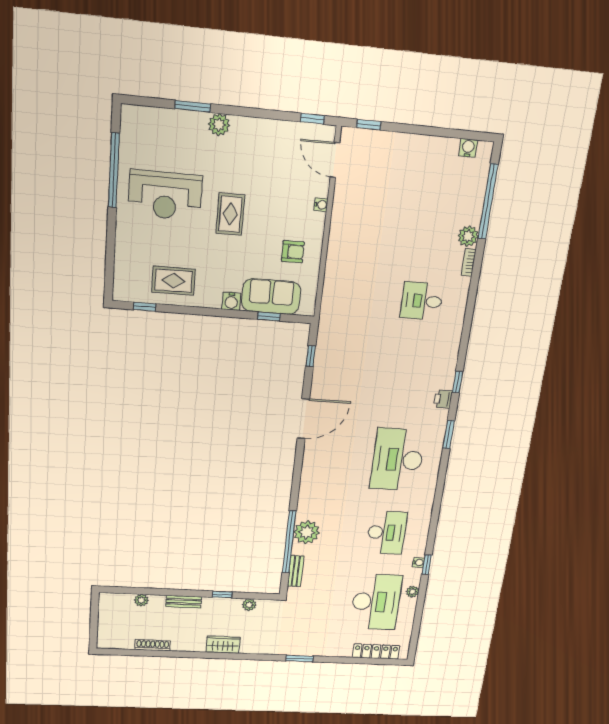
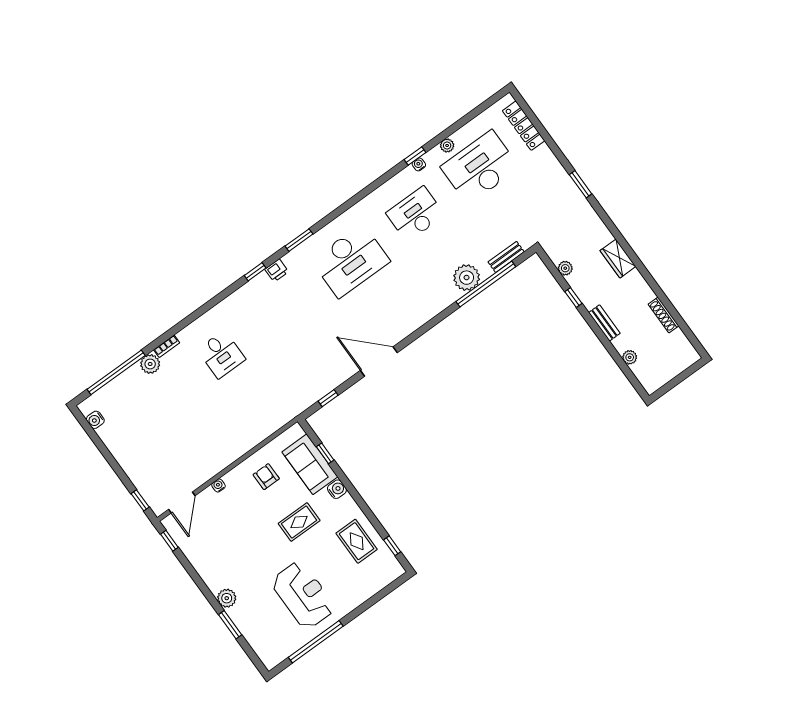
rug: (230, 214) -> (299, 522), moved

